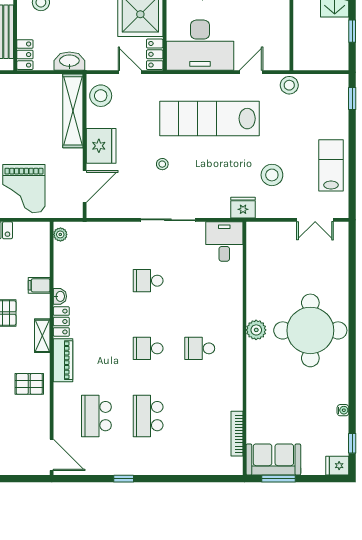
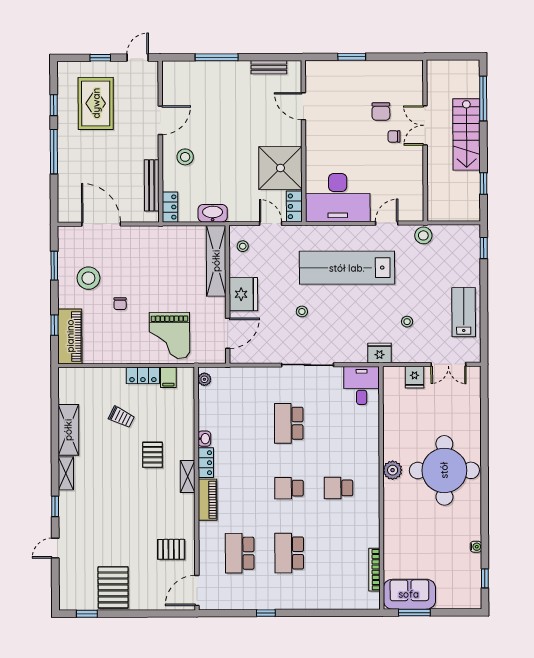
stool: (101, 96) -> (243, 246), width x0.53, depth x0.53
stool: (272, 175) -> (407, 322), width x0.53, depth x0.53
school desk: (148, 281) -> (289, 423), width x1.85
filing cabinet: (39, 285) -> (168, 377), moved, turned -90
pallet: (29, 384) -> (171, 549), moved
door: (52, 455) -> (197, 590), swing flipped
fridge: (337, 466) -> (415, 377), moved, turned -90

